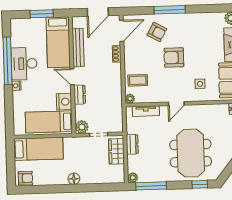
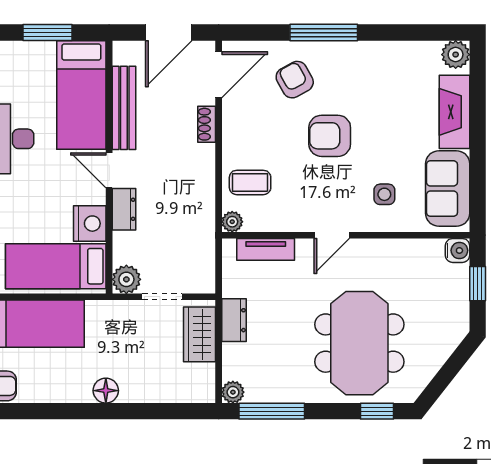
armchair: (157, 32) -> (295, 80), turned -148

